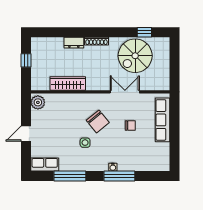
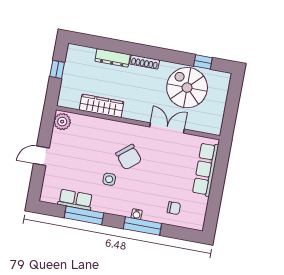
dresser: (74, 43) -> (113, 58), width x1.44
spiral stairs: (135, 56) -> (187, 88), turned 90
chair: (130, 125) -> (174, 208), moved
row of seats: (45, 164) -> (75, 200), moved

